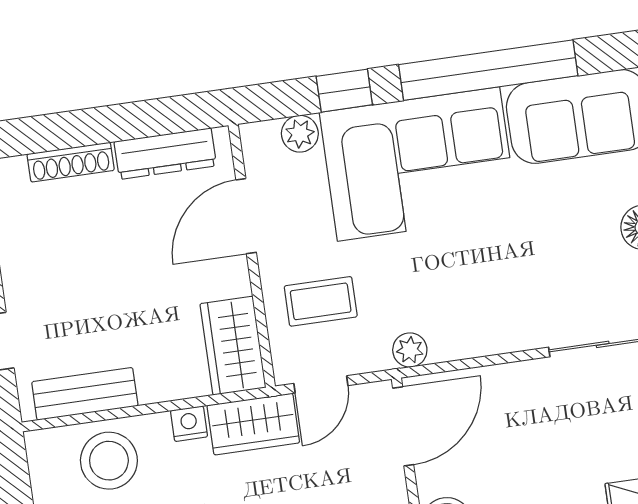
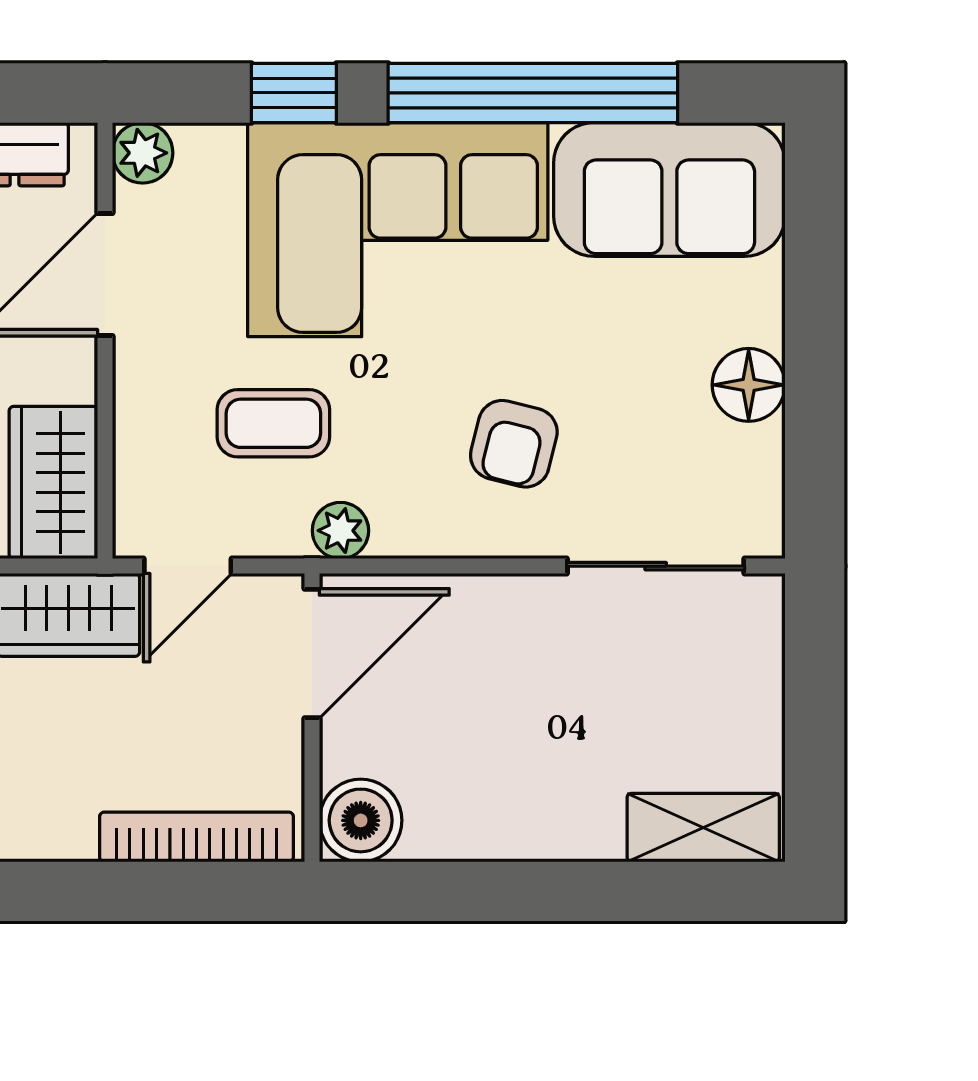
plant: (300, 134) -> (143, 153), moved
armchair: (507, 283) -> (514, 444), added
coffee table: (321, 301) -> (273, 423), moved

